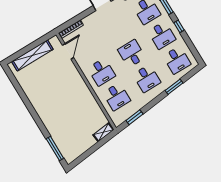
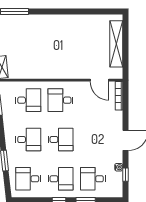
desk: (162, 35) -> (61, 179), turned 180
desk: (147, 78) -> (28, 139), turned 180
desk: (117, 97) -> (28, 100), turned 180

